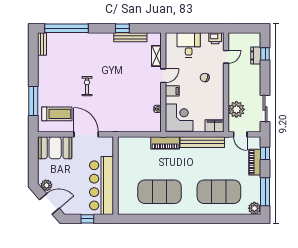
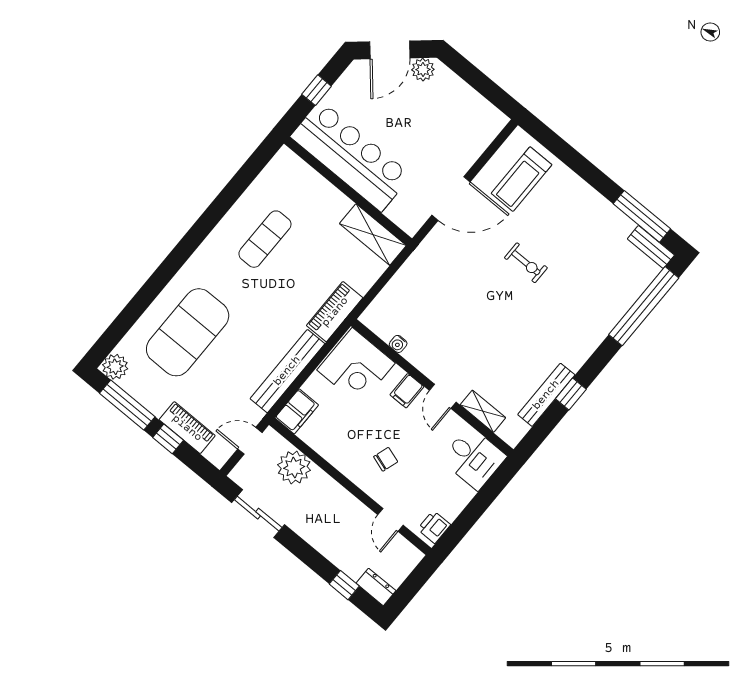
desk: (189, 45) -> (474, 458), moved
dresser: (256, 55) -> (376, 587), moved
window: (33, 101) -> (642, 216), moved
booth: (55, 148) -> (471, 132), removed
shelving: (124, 153) -> (373, 235), added
window: (265, 153) -> (168, 439), moved
exercise mat: (160, 192) -> (265, 239), width x0.50, depth x0.69

